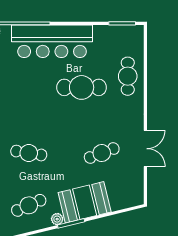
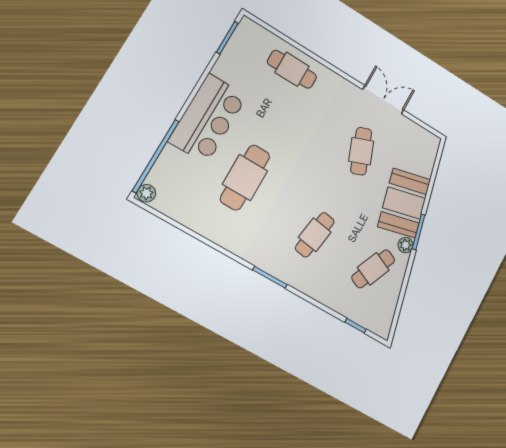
bar counter: (52, 41) -> (208, 118), width x0.73
cafe table: (82, 87) -> (245, 177), moved
cafe table: (29, 205) -> (373, 269), turned 48

